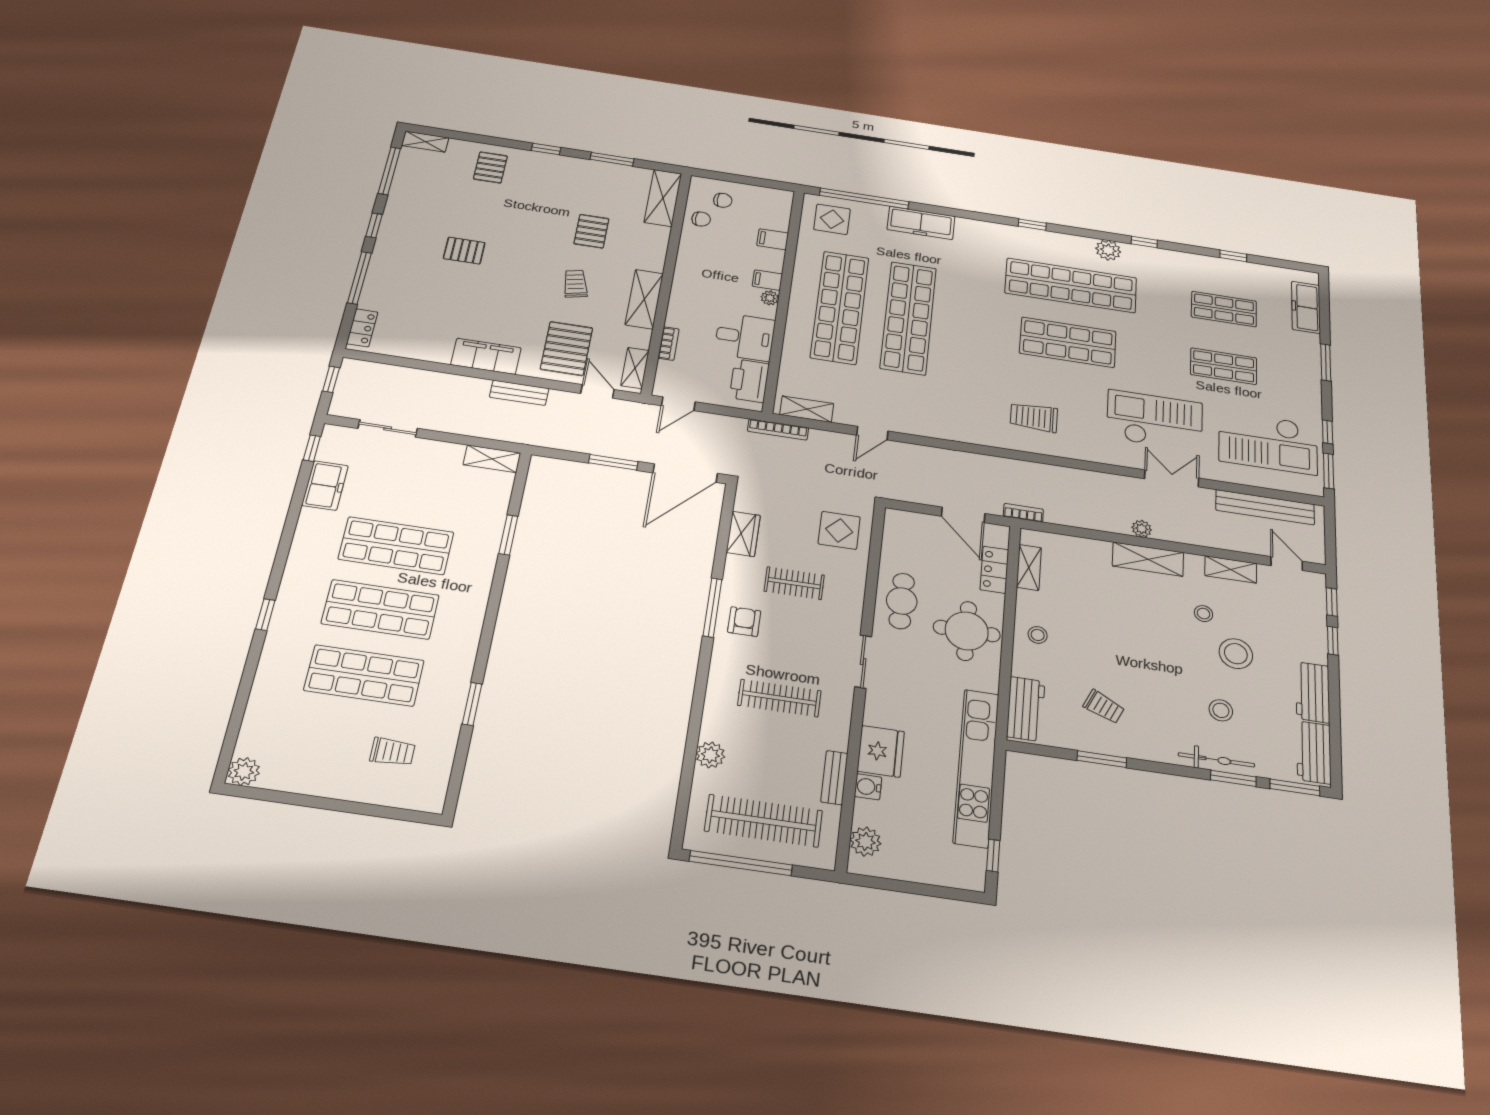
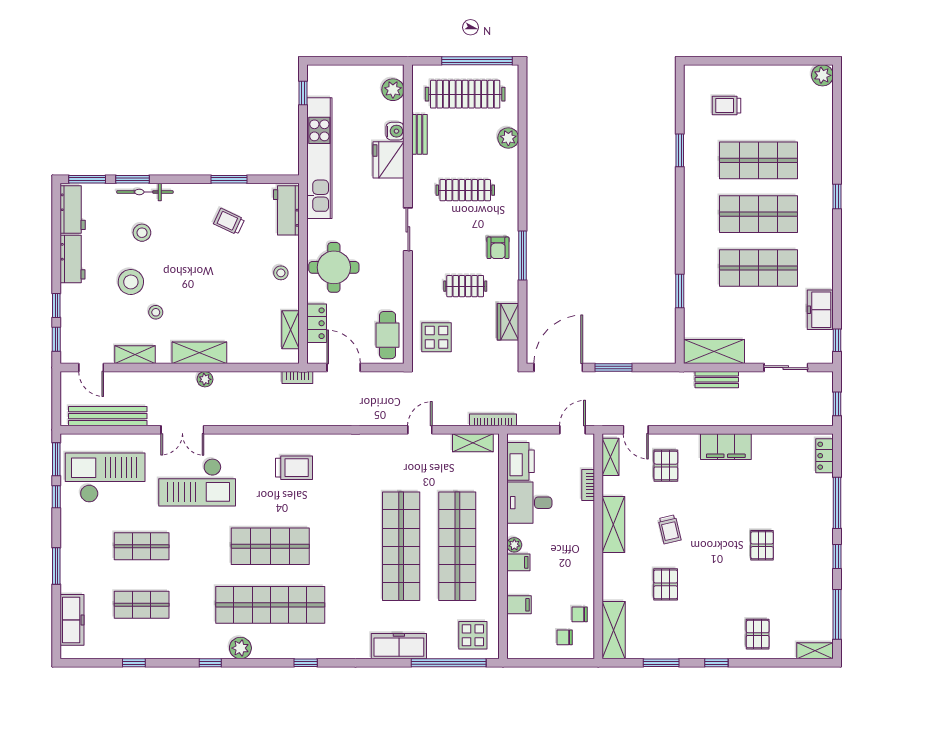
pallet: (464, 251) -> (762, 545), turned 90
pallet: (567, 348) -> (666, 466), width x0.67, depth x0.71
bench: (519, 393) -> (717, 380), moved
shelving: (492, 459) -> (714, 352), width x1.50, depth x1.33
cafe table: (902, 601) -> (388, 335), moved

